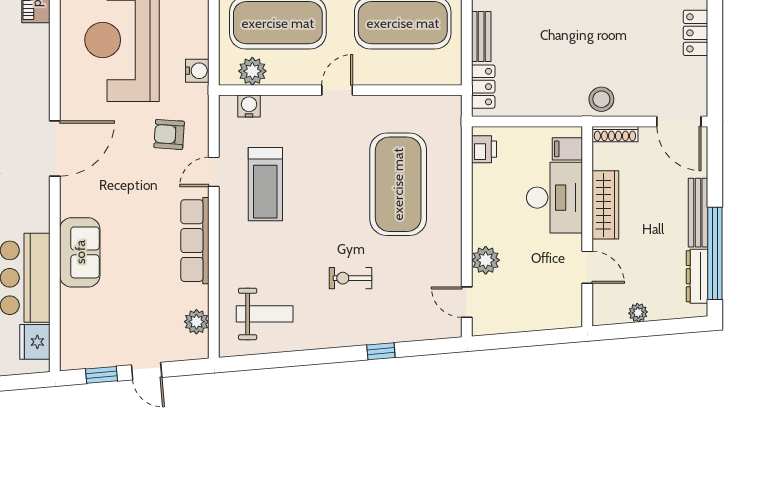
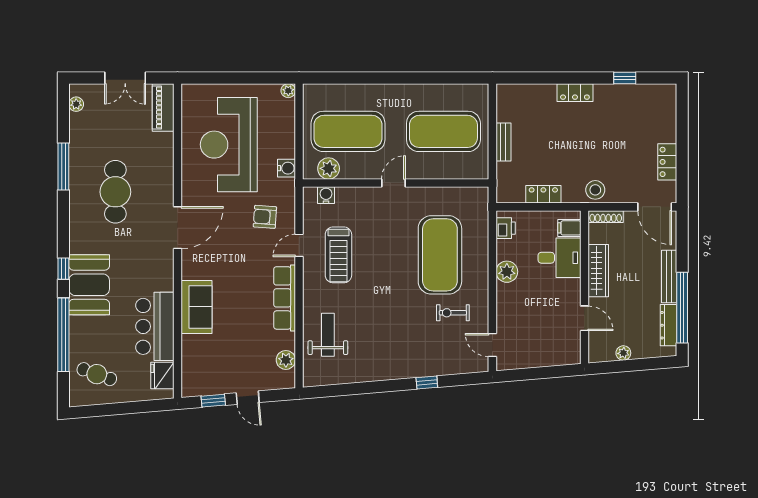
locker: (695, 33) -> (667, 162), moved
locker: (483, 87) -> (543, 194), moved, turned -90
desk: (554, 198) -> (559, 258), width x0.73
plant: (486, 260) -> (507, 272), moved
exercise bike: (350, 278) -> (453, 313), moved
weight bench: (265, 314) -> (328, 335), moved, turned -90

